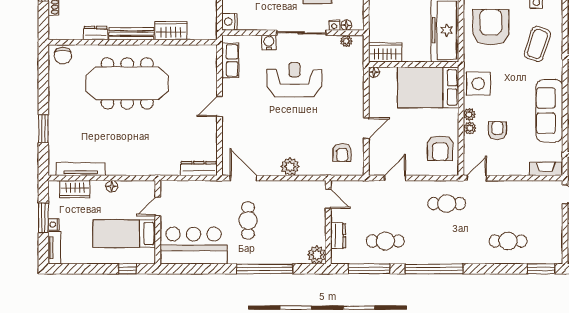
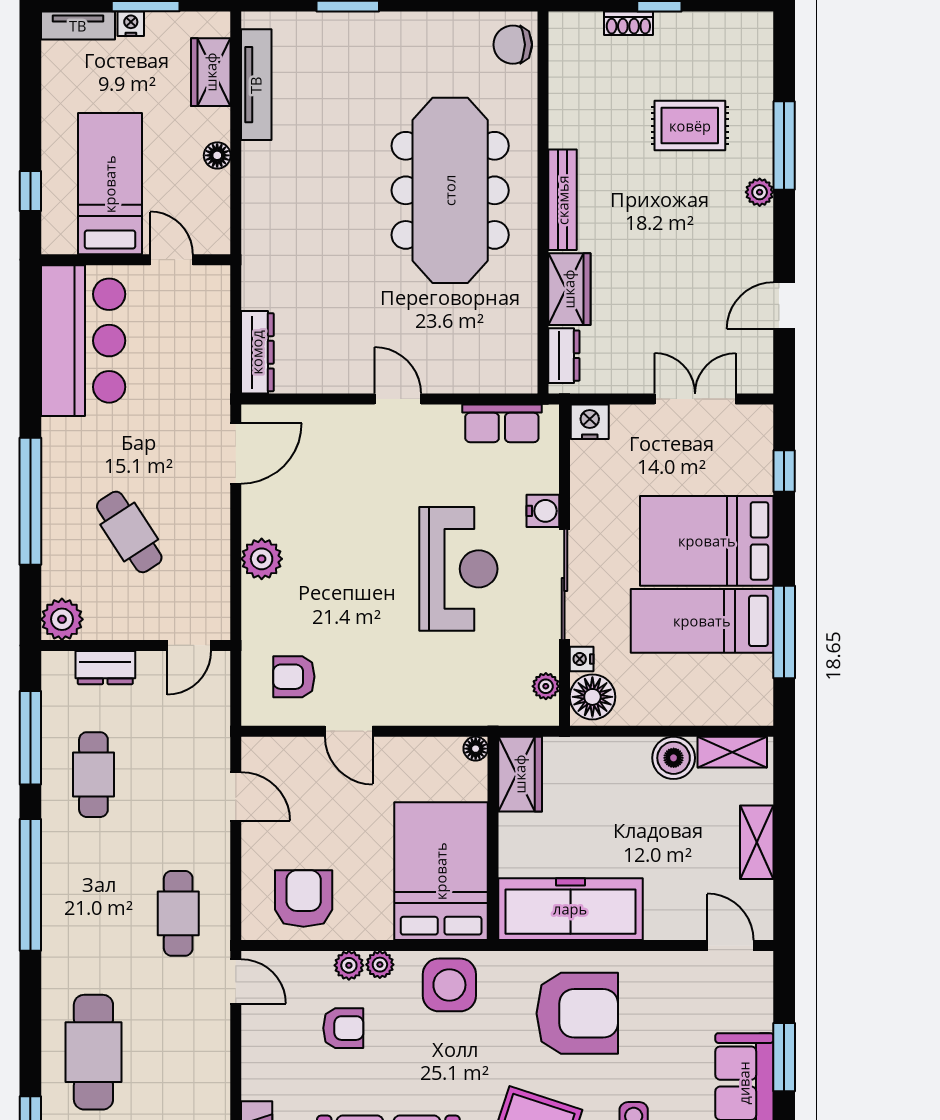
floor lamp: (346, 25) -> (592, 697), width x1.89, depth x1.89
dresser: (96, 33) -> (564, 356), moved
armchair: (440, 148) -> (304, 898), turned 90
cafe table: (248, 220) -> (129, 532), moved, turned 57
cafe table: (508, 241) -> (93, 1052), width x1.37, depth x1.35

